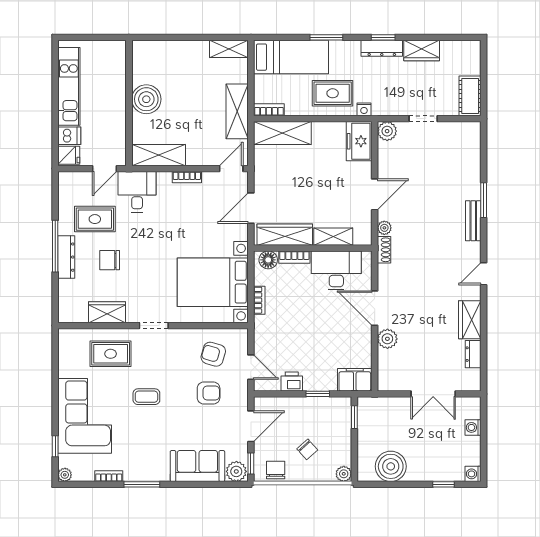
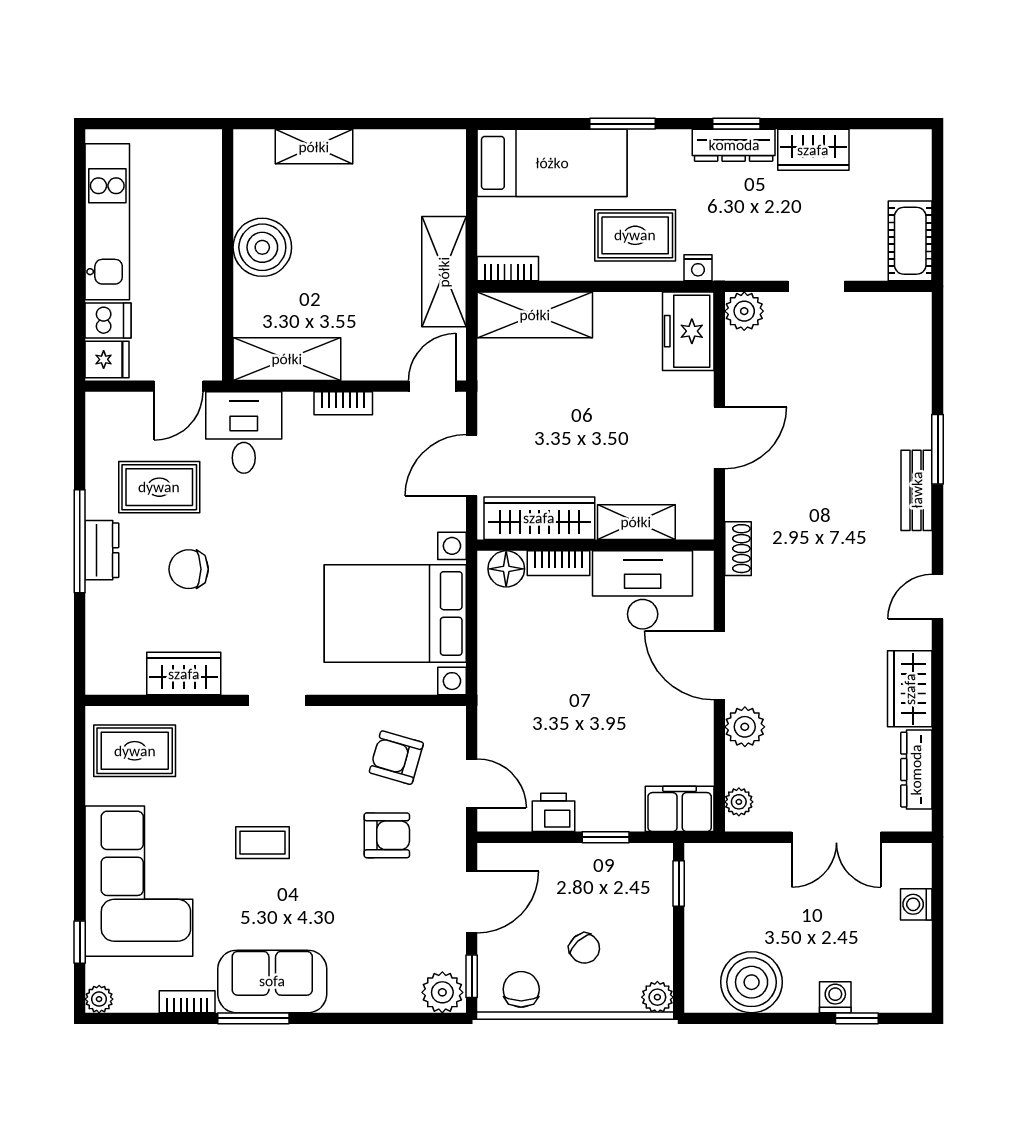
shelving: (229, 49) -> (314, 147), moved
plant: (384, 228) -> (739, 802), moved
dresser: (66, 257) -> (102, 550), width x0.70
bookcase: (259, 300) -> (488, 650), removed
rug: (111, 354) -> (135, 751), moved
dresser: (473, 354) -> (916, 770), width x1.44
sofa: (197, 466) -> (272, 981), moved
washing machine: (473, 474) -> (835, 997), moved, turned 90

